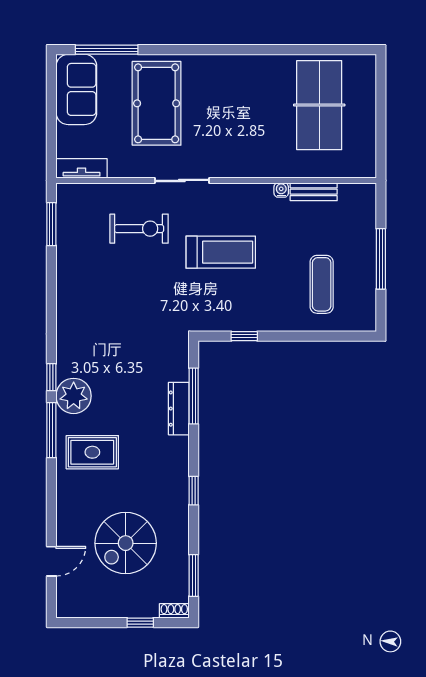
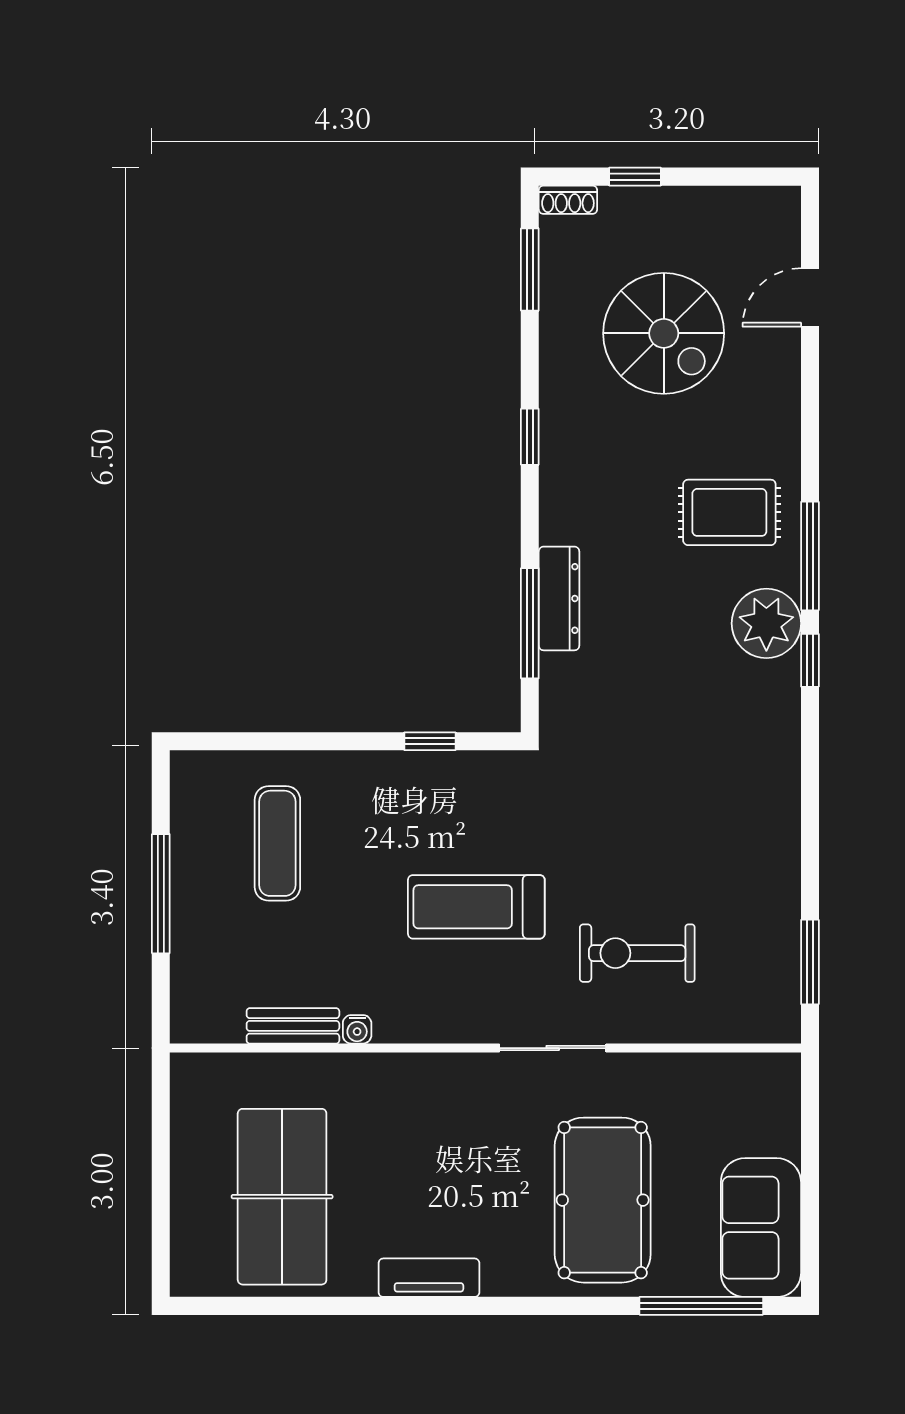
tv unit: (82, 168) -> (429, 1278), moved, turned 180
spiral stairs: (126, 543) -> (664, 333), turned 90

